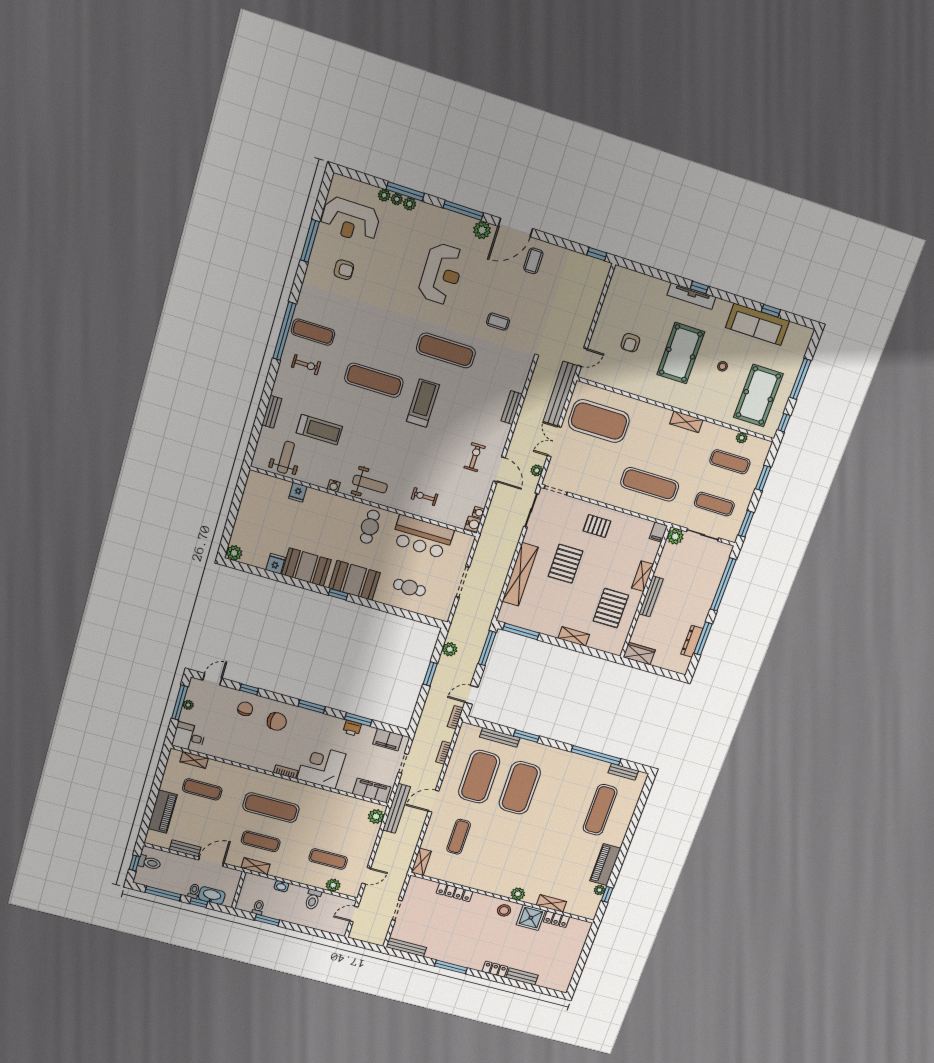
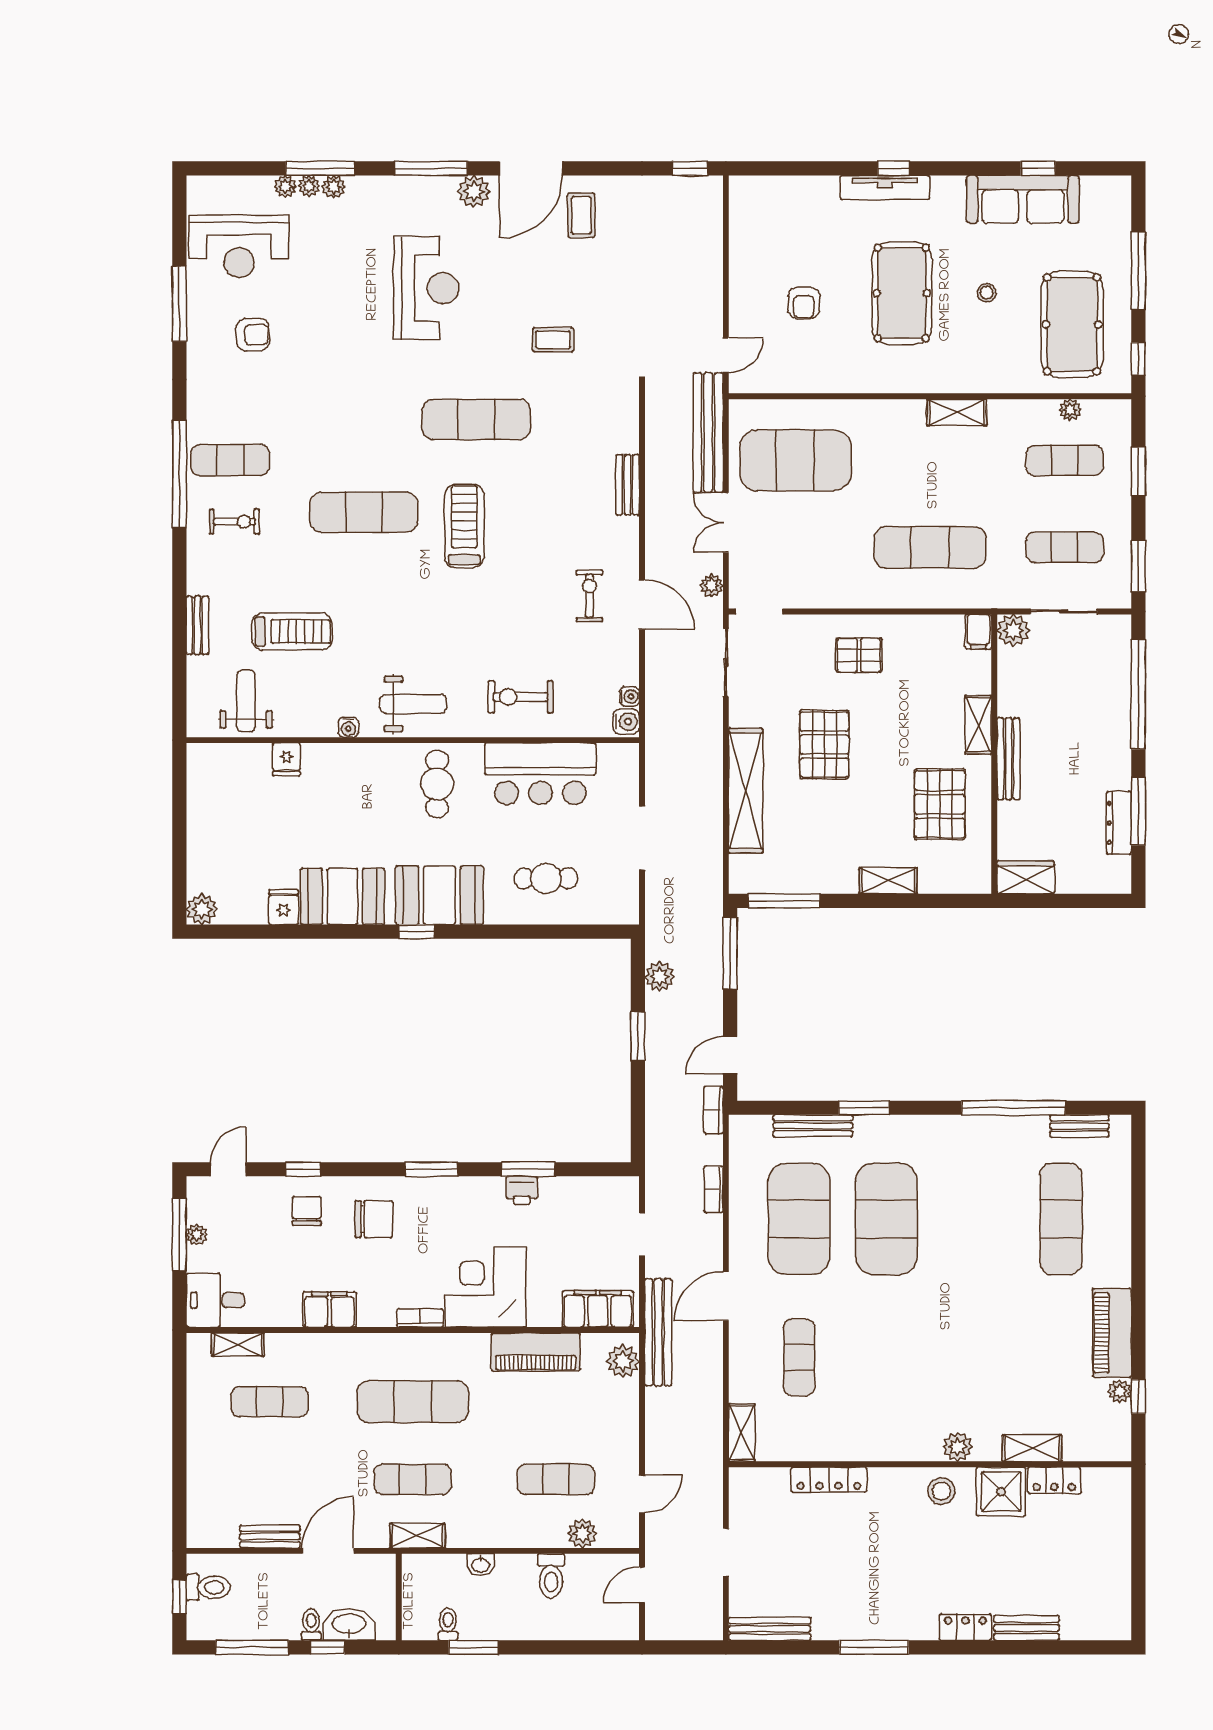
exercise bike: (424, 497) -> (520, 697), width x1.38, depth x1.39
filing cabinet: (388, 740) -> (329, 1309), moved, turned 180
piano: (163, 812) -> (536, 1352), moved, turned 90

